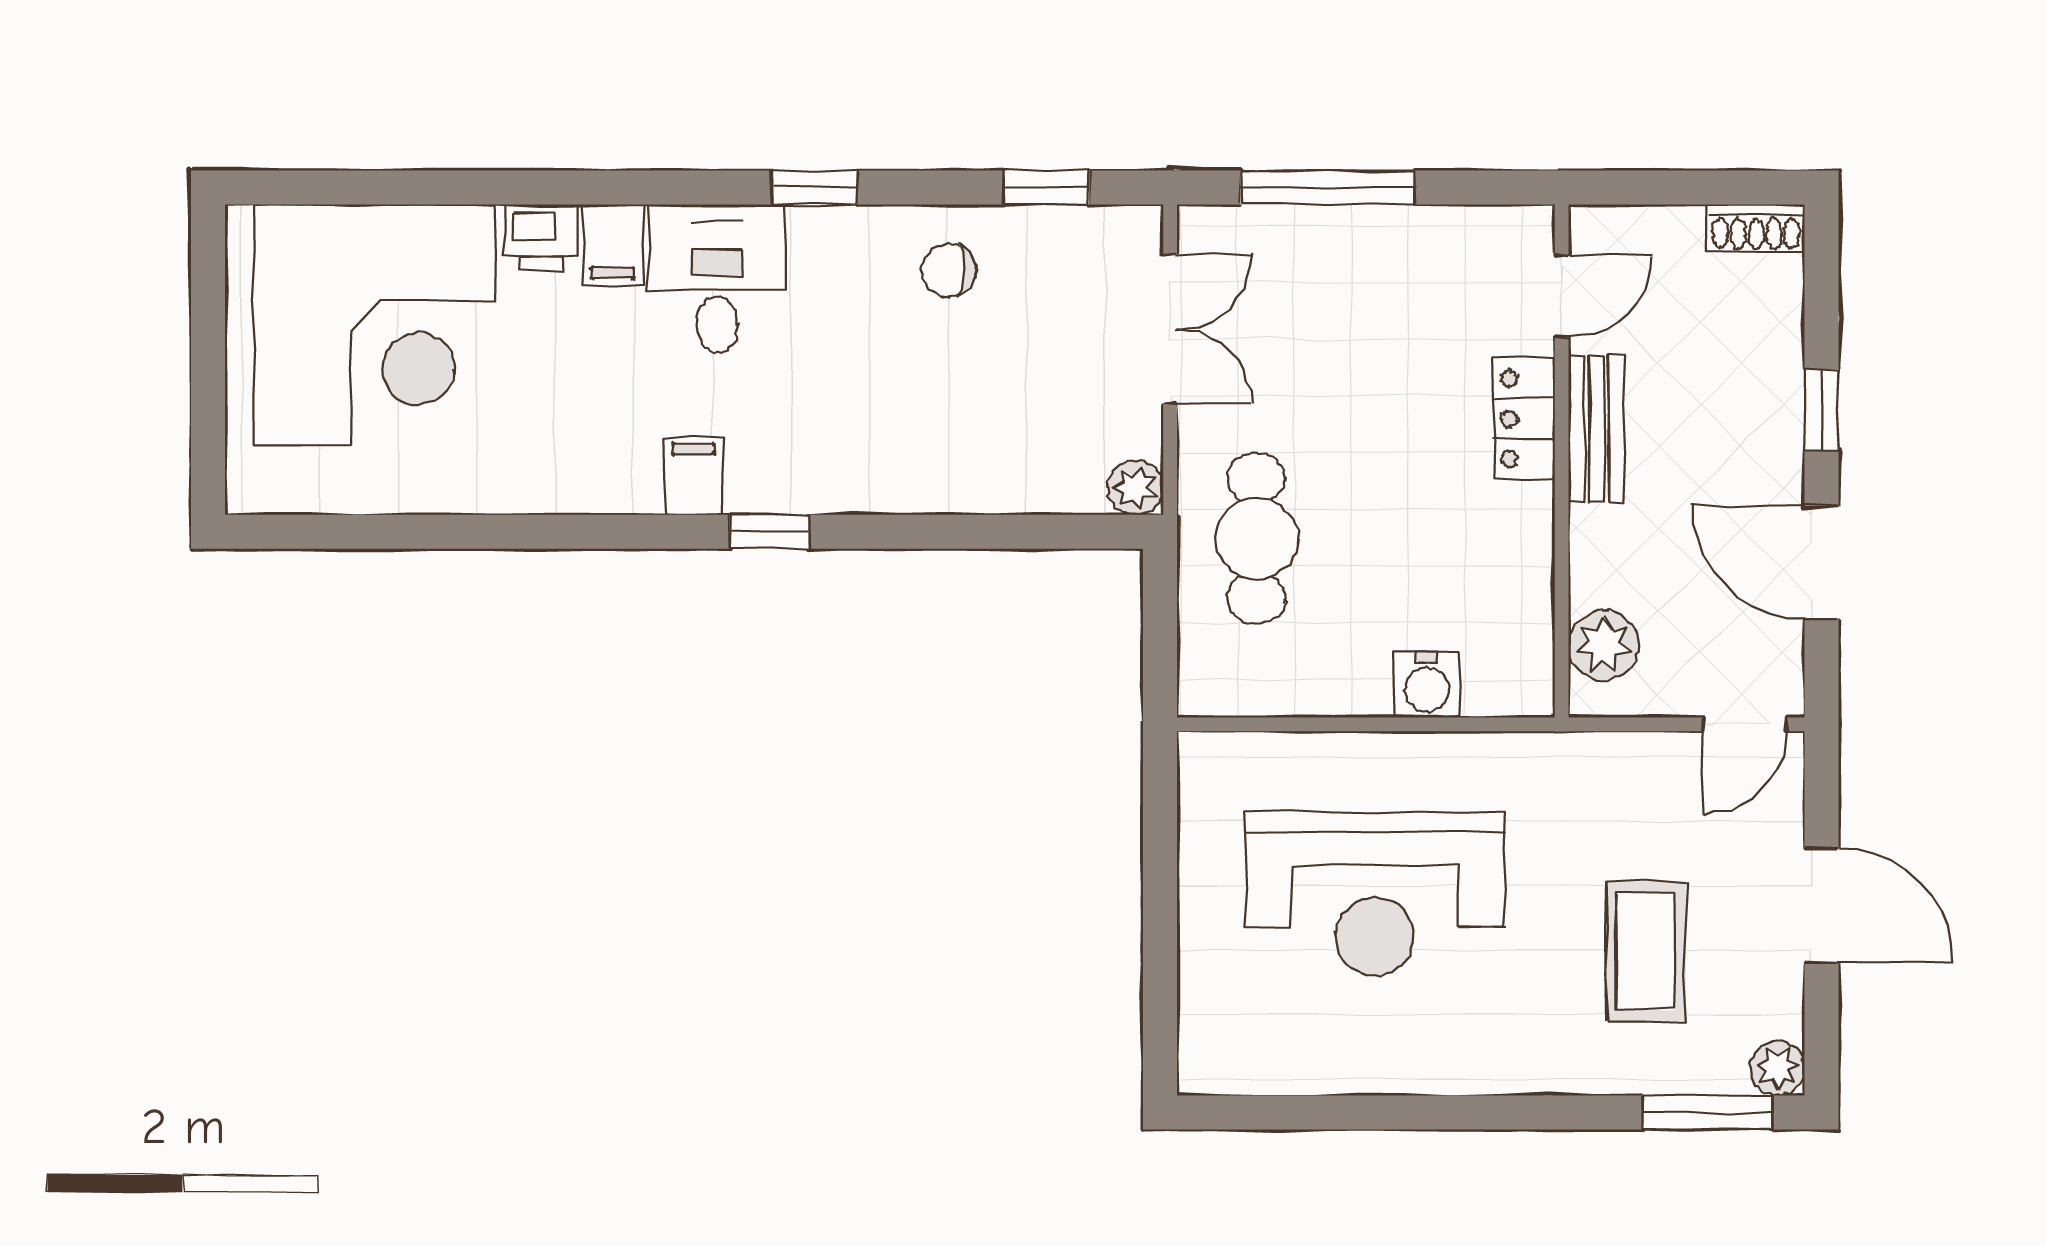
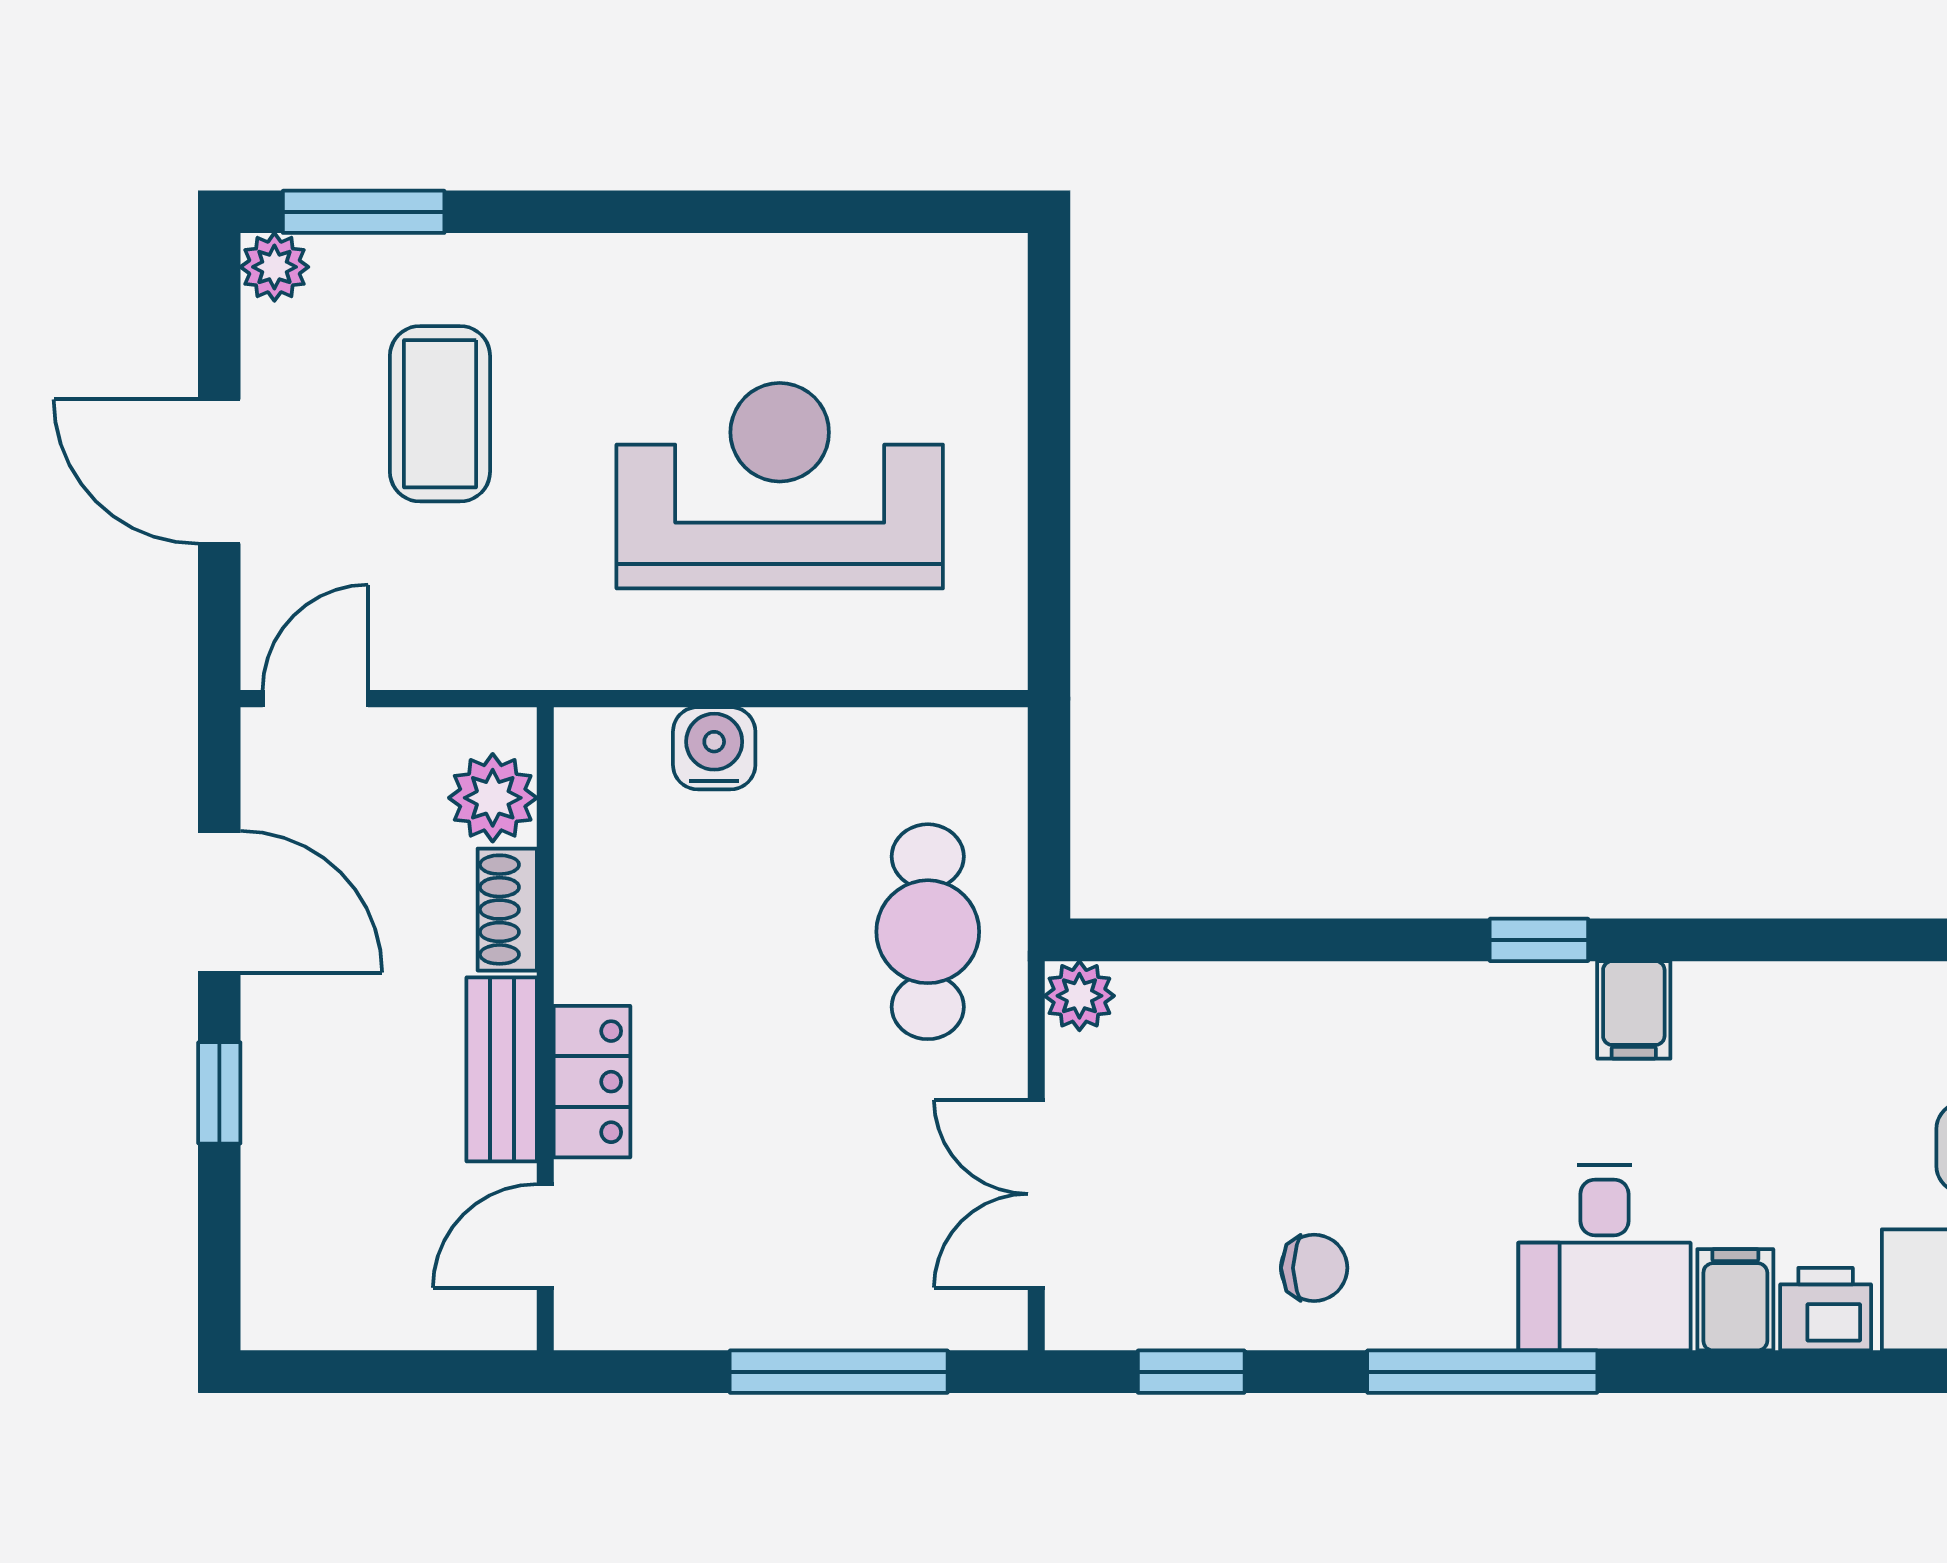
window: (814, 188) -> (1482, 1372), width x2.17
shoe rack: (1756, 228) -> (507, 910), moved, turned -90

